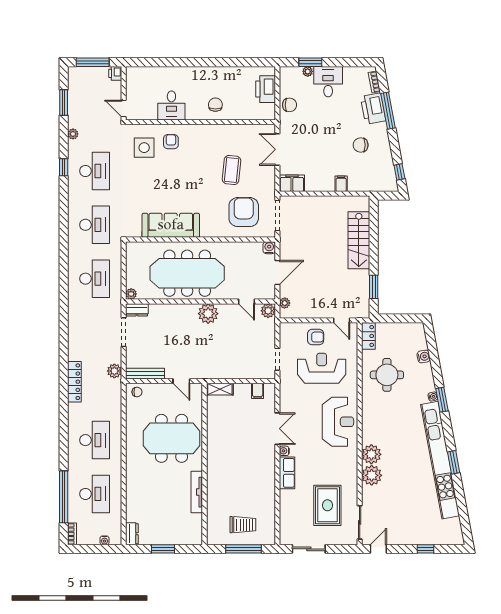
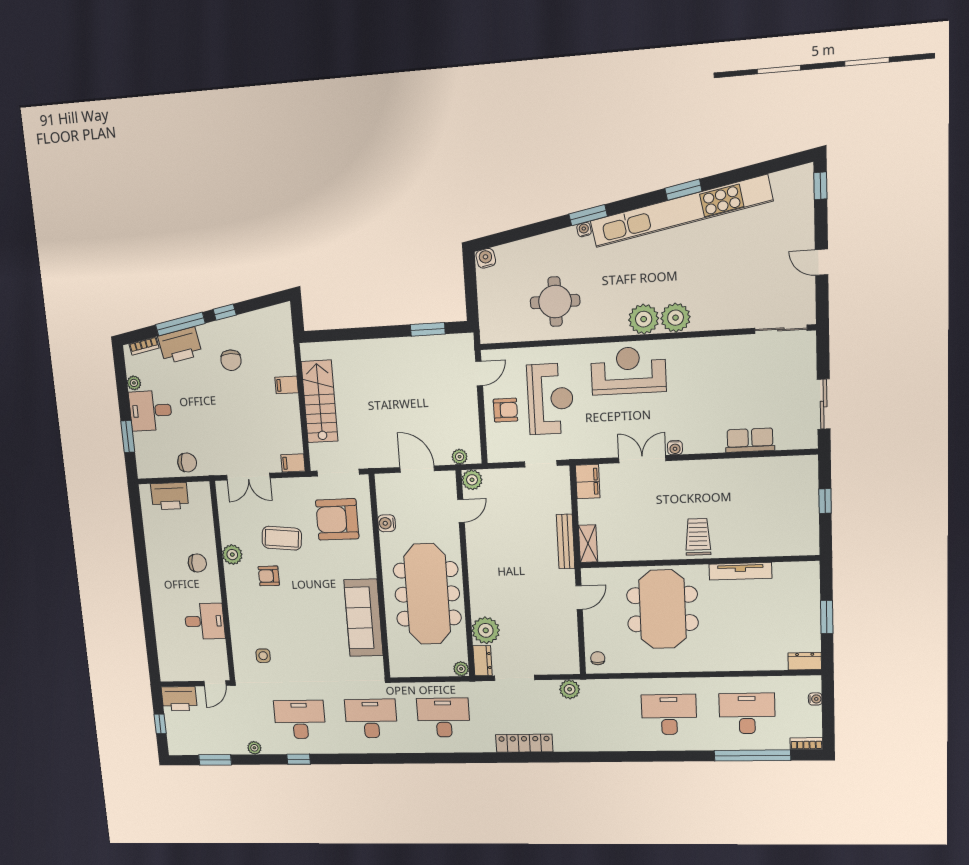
window: (93, 62) -> (160, 724), width x0.46
plant: (308, 71) -> (134, 383), moved
printer: (115, 73) -> (179, 699), width x1.87, depth x1.48
chair: (215, 105) -> (197, 563), turned 180
chair: (289, 105) -> (187, 463), turned 90
plant: (221, 132) -> (232, 555), added
armchair: (171, 142) -> (269, 576), moved
side table: (144, 148) -> (263, 656), width x0.54, depth x0.54
window: (399, 172) -> (225, 312), moved
filing cabinet: (292, 183) -> (293, 463), width x0.50
stairs: (359, 240) -> (320, 401), moved, turned -90
water cooler: (269, 248) -> (387, 523), moved
plant: (208, 314) -> (486, 630), moved
locker: (368, 336) -> (499, 333), removed
armchair: (316, 337) -> (505, 410), turned 90
water cooler: (424, 356) -> (486, 258), moved
reception desk: (322, 368) -> (550, 399), turned 180
bench: (145, 374) -> (566, 541), moved
locker: (74, 382) -> (524, 743), moved
filing cabinet: (258, 391) -> (588, 482), width x2.00
row of seats: (287, 473) -> (750, 440), moved
plant: (372, 475) -> (644, 319), moved
rug: (327, 505) -> (756, 379), removed
trolley: (243, 525) -> (698, 537), moved
window: (243, 549) -> (825, 501), width x0.46
door: (378, 549) -> (822, 262), moved
window: (426, 549) -> (820, 186), moved

